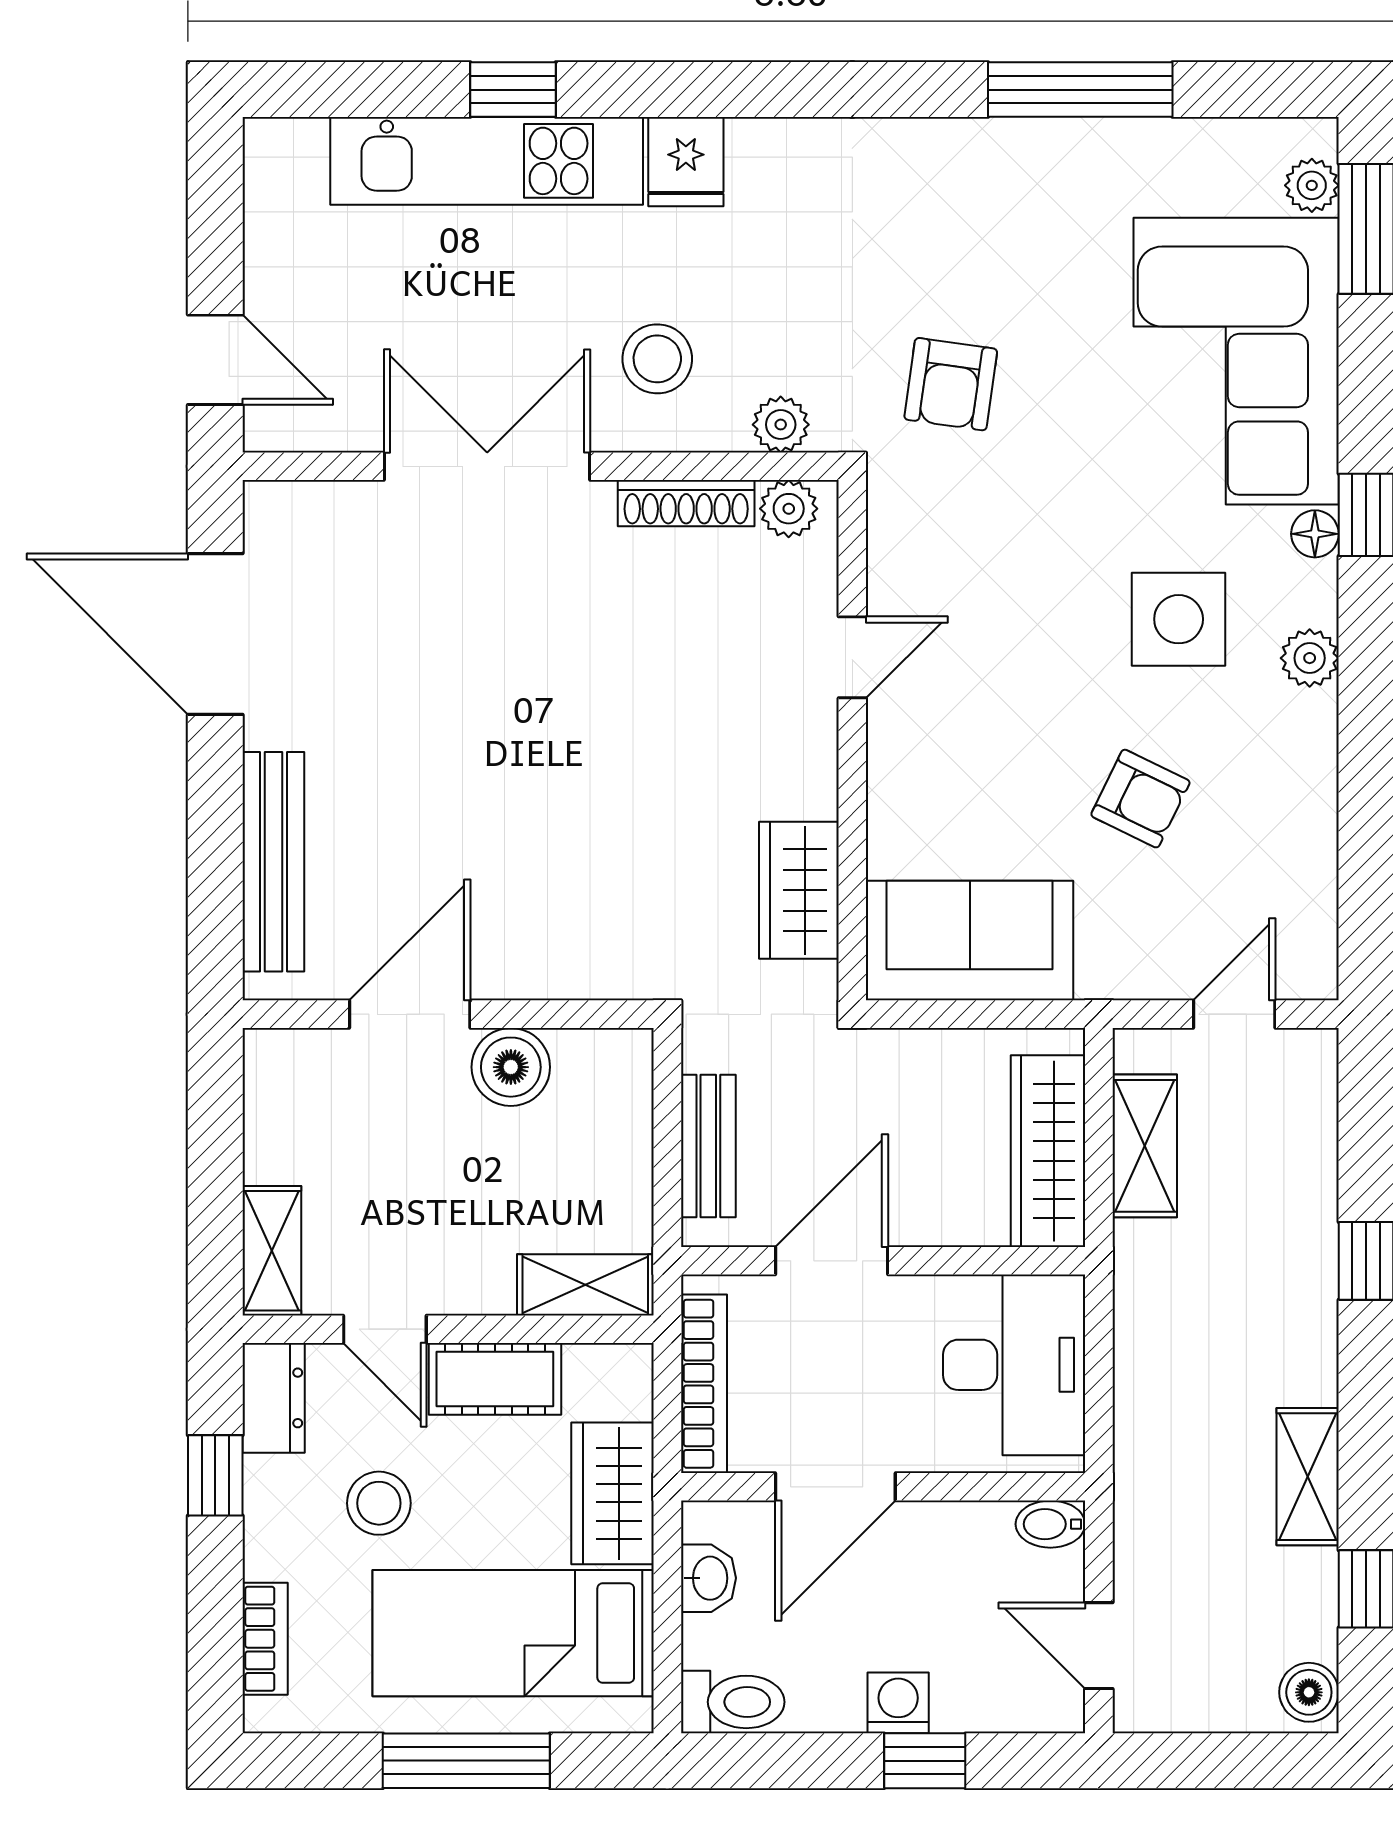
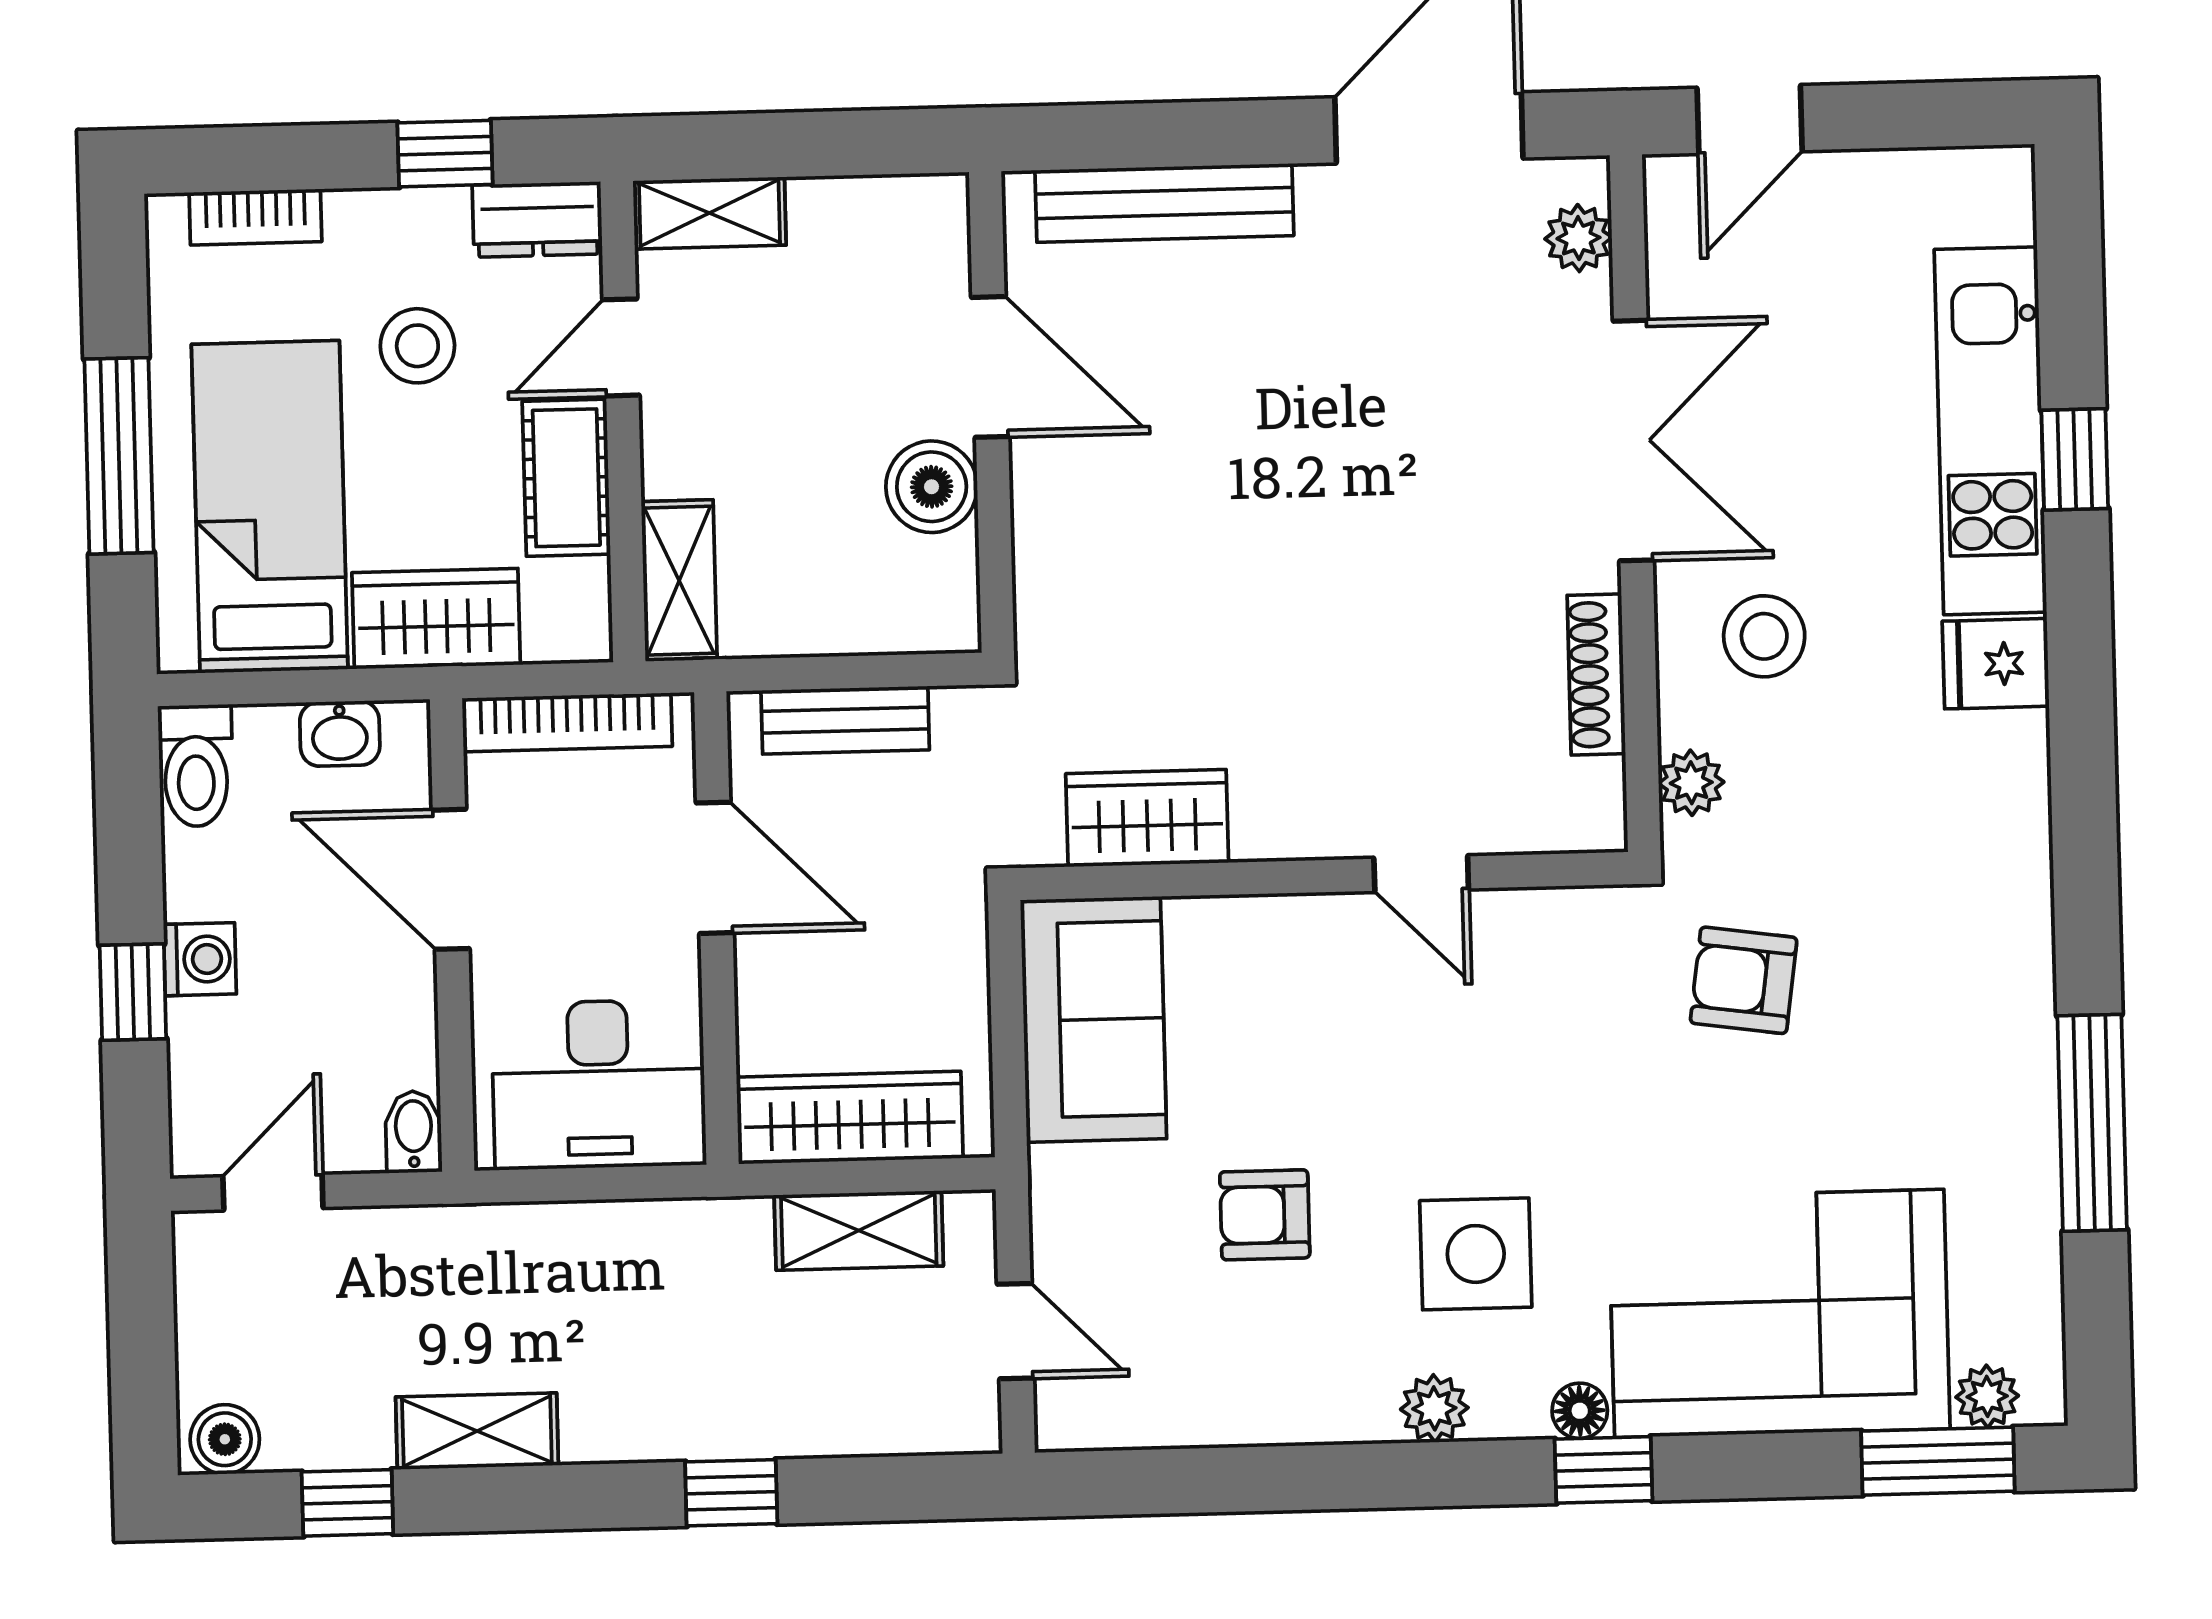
plant: (789, 509) -> (1578, 238), moved
armchair: (1140, 799) -> (1265, 1215), turned 64

